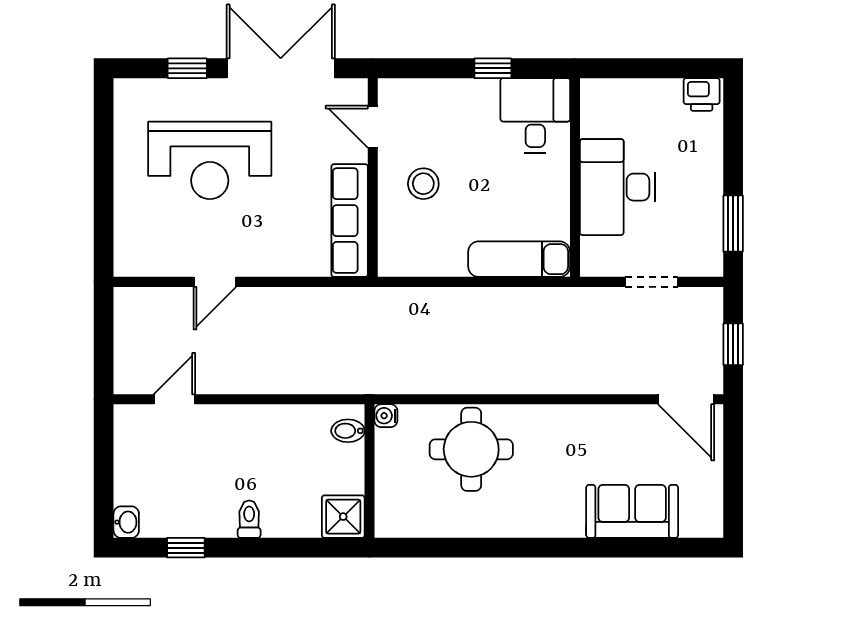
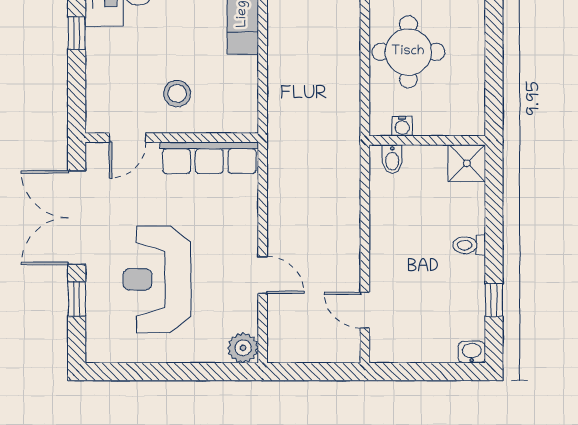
reception desk: (210, 160) -> (157, 279), turned 180
plant: (131, 259) -> (243, 348), added
water cooler: (386, 416) -> (402, 126), moved

